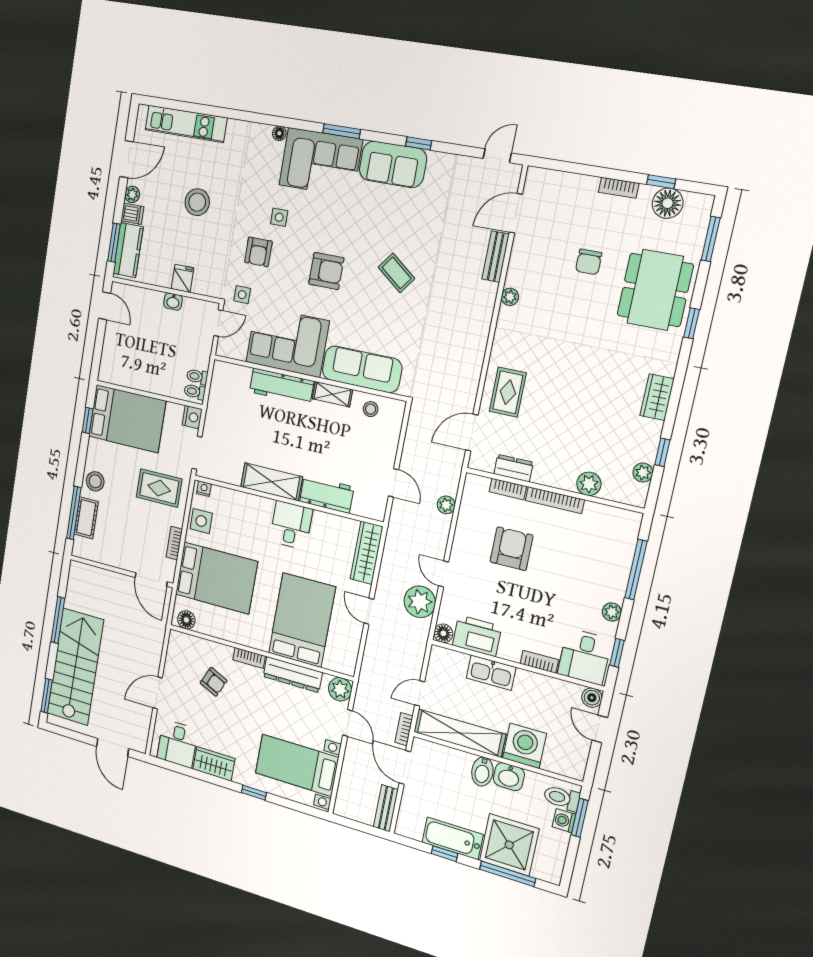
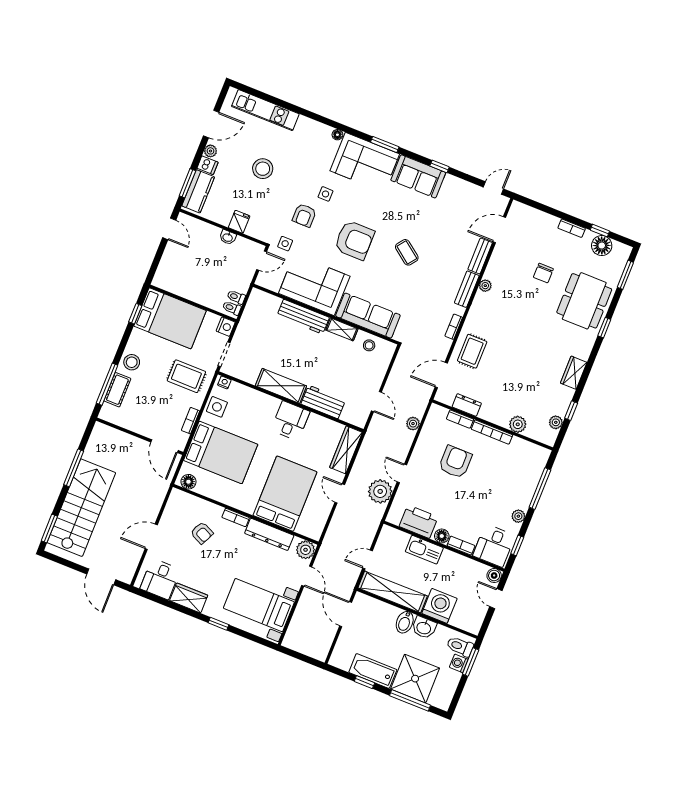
armchair: (326, 271) -> (354, 240), width x1.36, depth x1.36
floor lamp: (443, 633) -> (442, 536), moved
bookcase: (404, 729) -> (454, 327), moved
bench: (386, 808) -> (467, 289), moved

